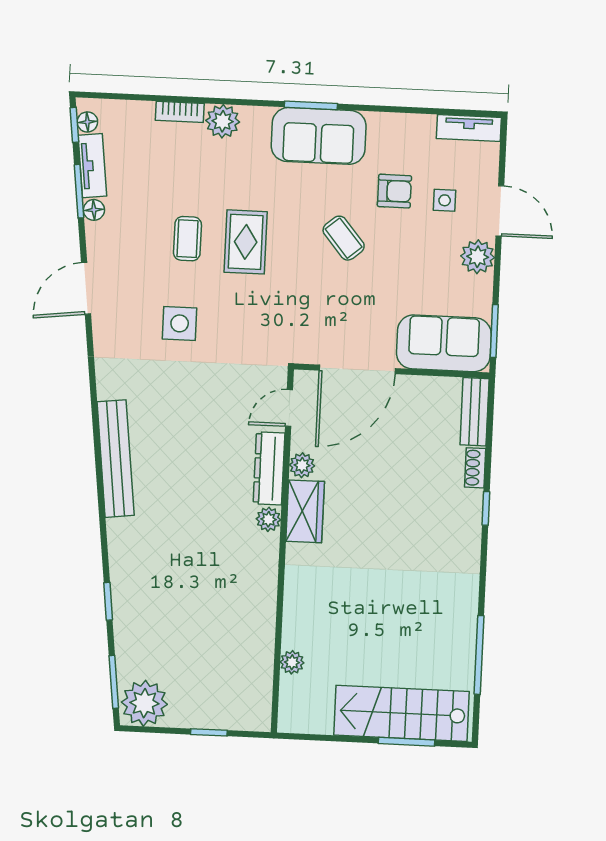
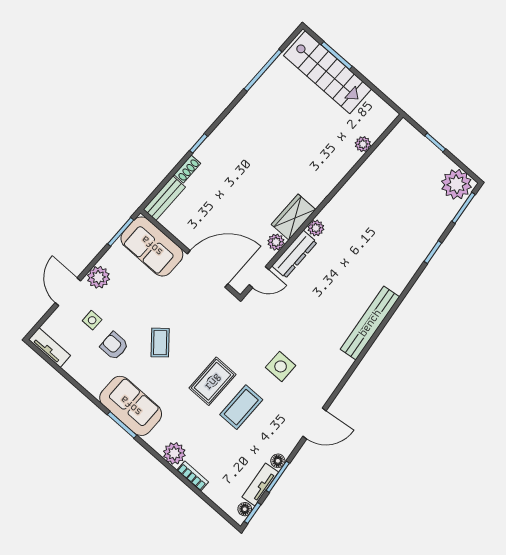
coffee table: (187, 239) -> (241, 407), width x1.36, depth x1.30

